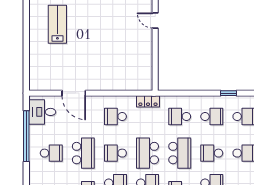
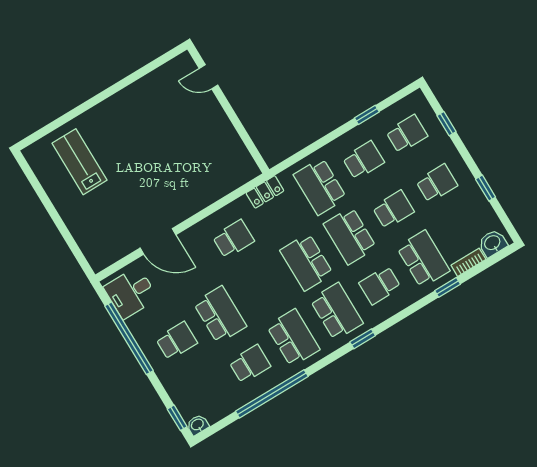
school desk: (115, 116) -> (233, 239), turned 180
school desk: (180, 116) -> (320, 186), width x1.85
school desk: (115, 153) -> (263, 288), removed
school desk: (180, 153) -> (350, 236), turned 180
school desk: (212, 153) -> (393, 210), turned 180

